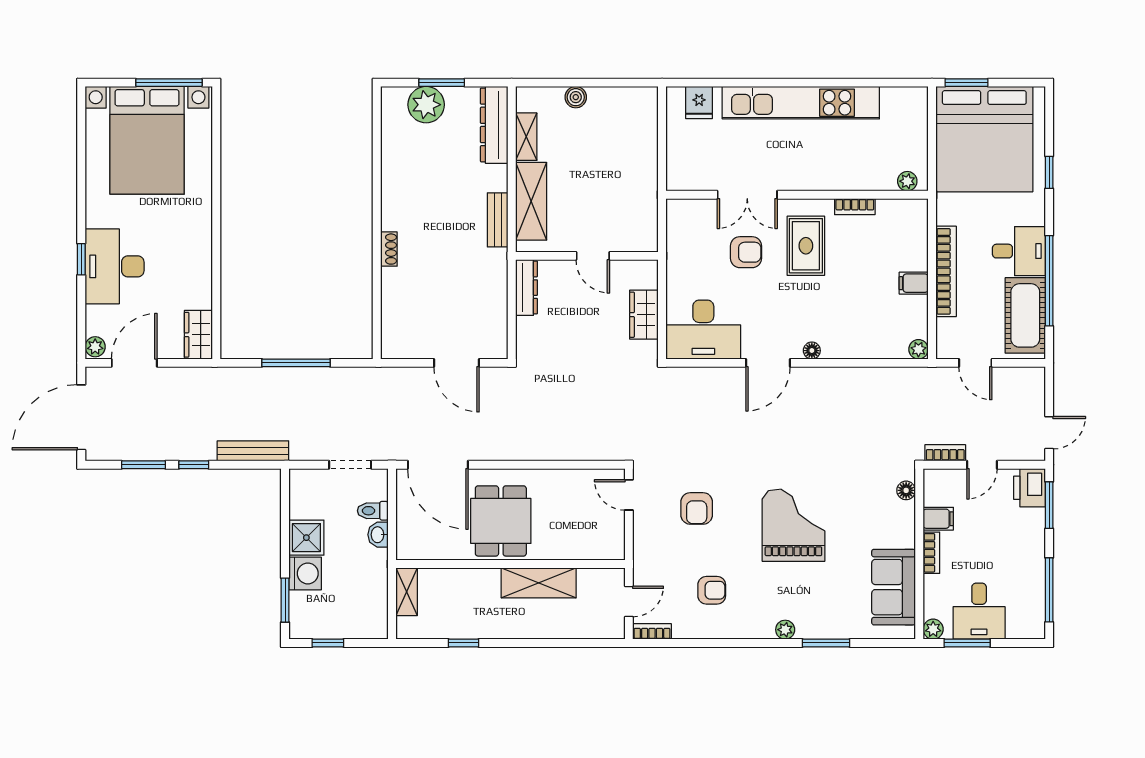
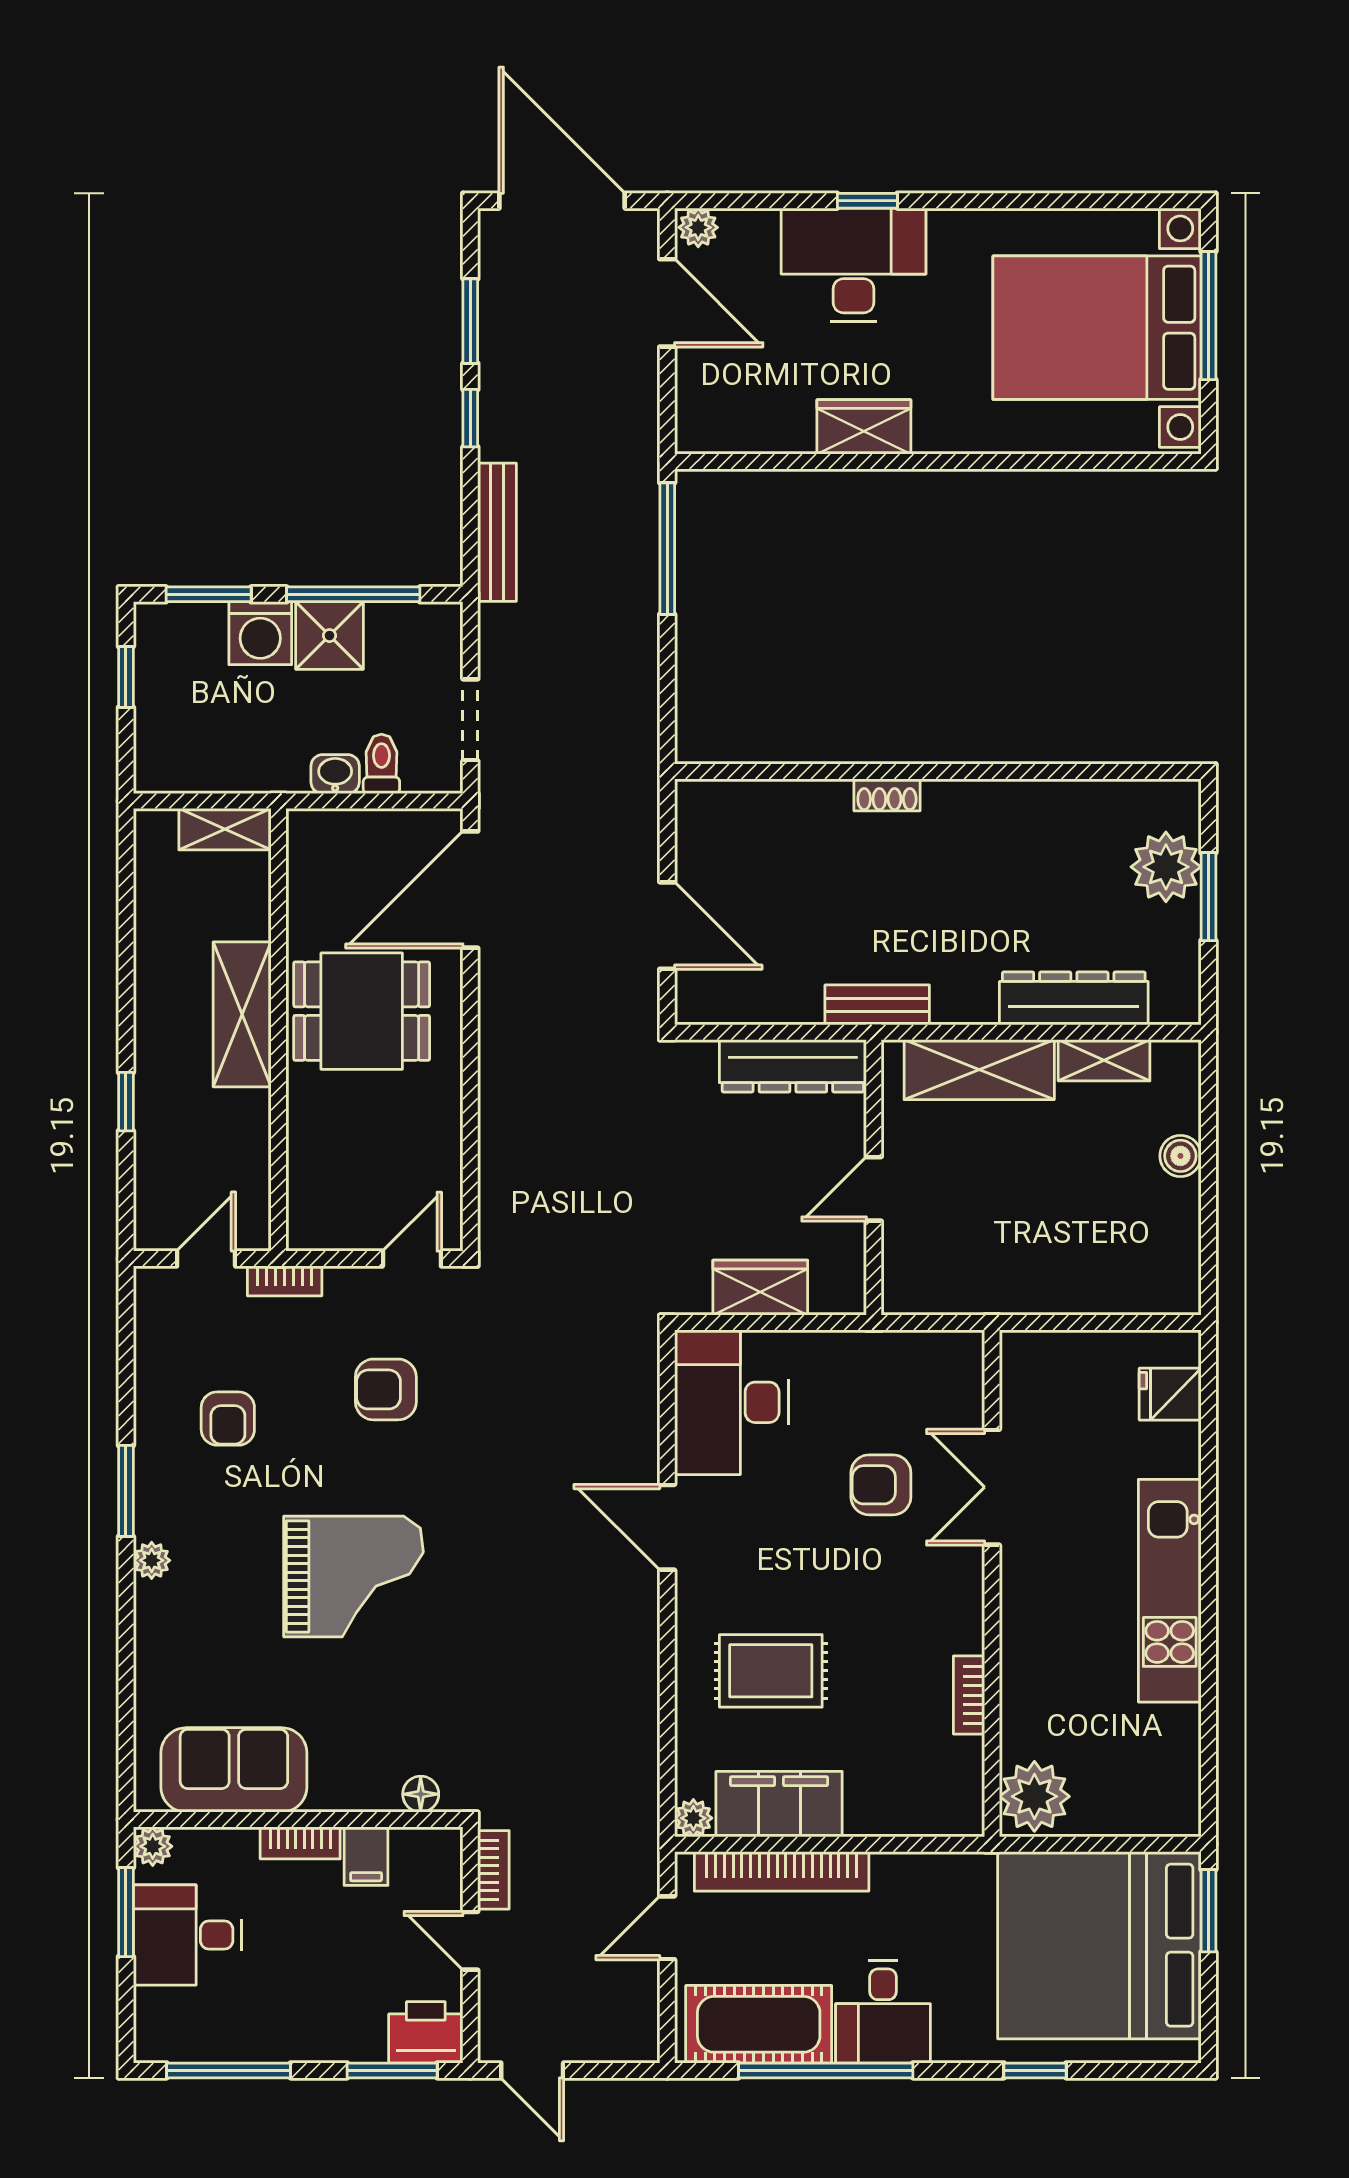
window: (169, 83) -> (1208, 316), moved
kitchen unit: (801, 103) -> (1170, 1591), width x0.73
dresser: (494, 125) -> (1074, 998), moved
plant: (907, 181) -> (1034, 1796), width x1.88, depth x1.88
bench: (498, 220) -> (877, 1005), moved
rug: (806, 246) -> (771, 1671), moved
armchair: (746, 252) -> (881, 1485), turned 90
bookcase: (946, 271) -> (782, 1871), moved
filing cabinet: (914, 283) -> (779, 1804), width x3.00, depth x1.17
dresser: (526, 288) -> (793, 1066), width x1.37, depth x1.24
wardrobe: (198, 335) -> (864, 427), moved
floor lamp: (812, 351) -> (691, 1612), removed
window: (296, 363) -> (667, 549), moved
door: (456, 363) -> (667, 926), swing flipped
window: (285, 525) -> (353, 594), added
shelving: (539, 583) -> (242, 1014), moved
door: (629, 602) -> (206, 1259), swing flipped
bookcase: (652, 631) -> (285, 1281), moved, turned 90
window: (463, 643) -> (126, 1102), moved
window: (826, 643) -> (126, 1491), moved

